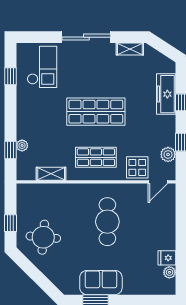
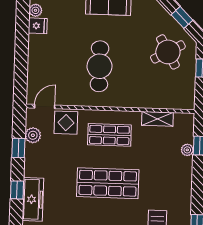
round table: (43, 237) -> (168, 52), turned -34
window: (31, 270) -> (182, 17), added

